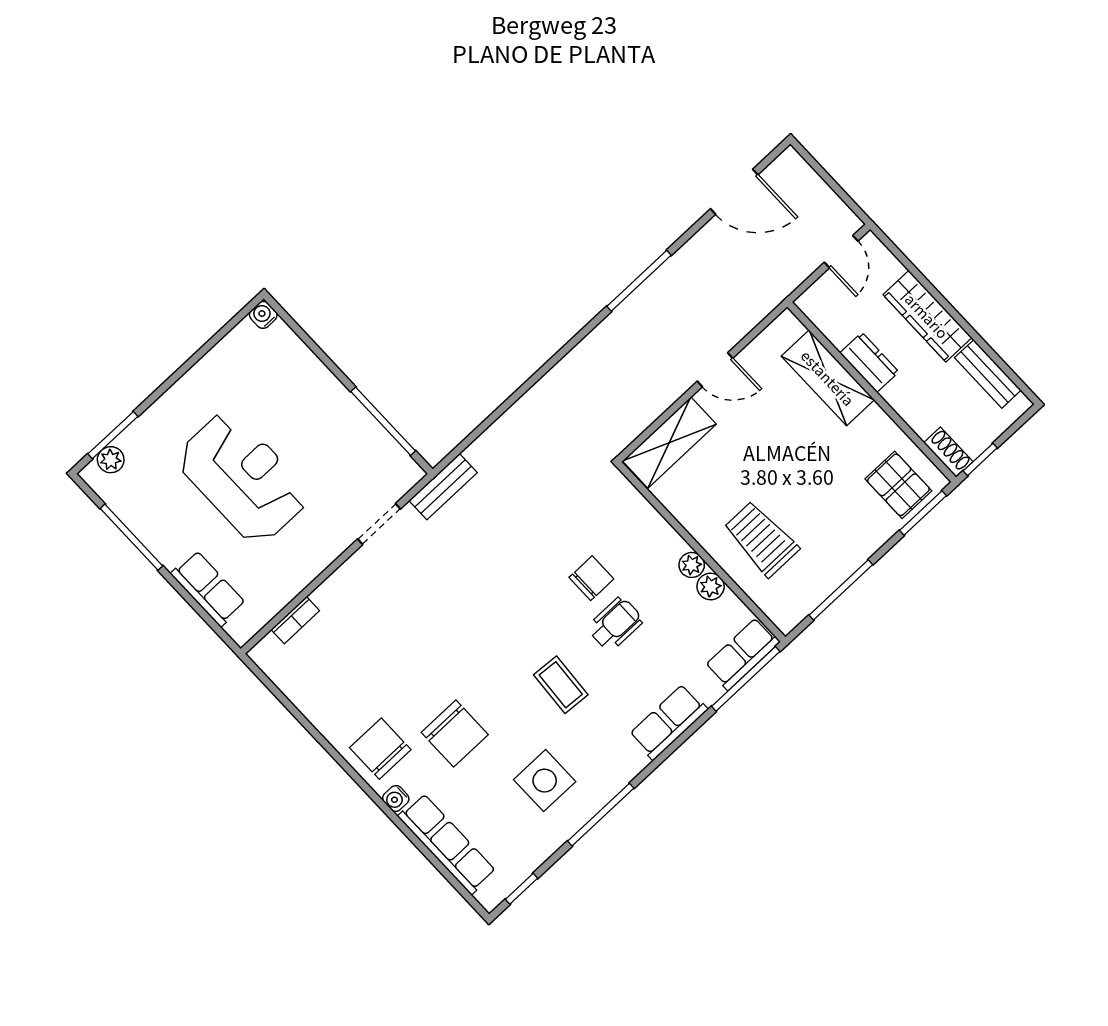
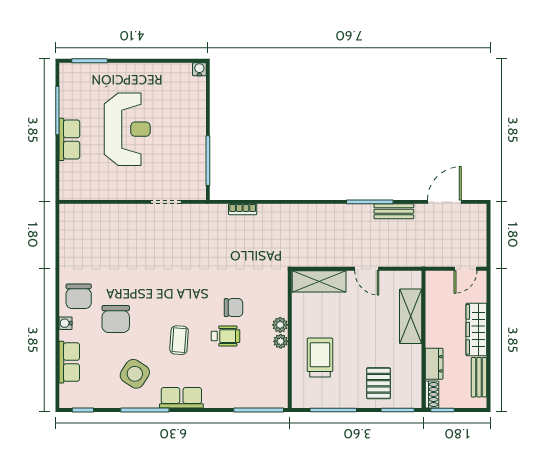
door: (734, 192) -> (444, 202), swing flipped
dresser: (869, 362) -> (434, 364), moved
plant: (111, 460) -> (79, 70), removed
pallet: (898, 485) -> (378, 383), moved
bench: (443, 487) -> (394, 211), moved
plant: (711, 586) -> (280, 325), moved
row of seats: (208, 588) -> (69, 139), moved
bookcase: (295, 620) -> (243, 209), moved
row of seats: (742, 654) -> (267, 398), removed
row of seats: (668, 722) -> (181, 398), moved
chair: (380, 749) -> (79, 296), turned 180
side table: (545, 781) -> (135, 374), turned 33
row of seats: (447, 844) -> (69, 362), width x0.68

